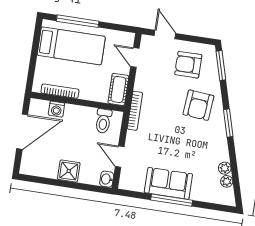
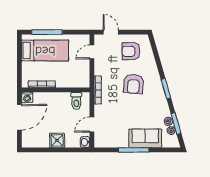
door: (135, 57) -> (92, 52), hinge flipped
window: (221, 66) -> (176, 123), moved
cot: (118, 89) -> (84, 77), removed
armchair: (198, 105) -> (134, 84), moved
washing machine: (56, 109) -> (27, 97), moved
door: (120, 157) -> (92, 125), hinge flipped
sofa: (168, 183) -> (145, 138), moved

